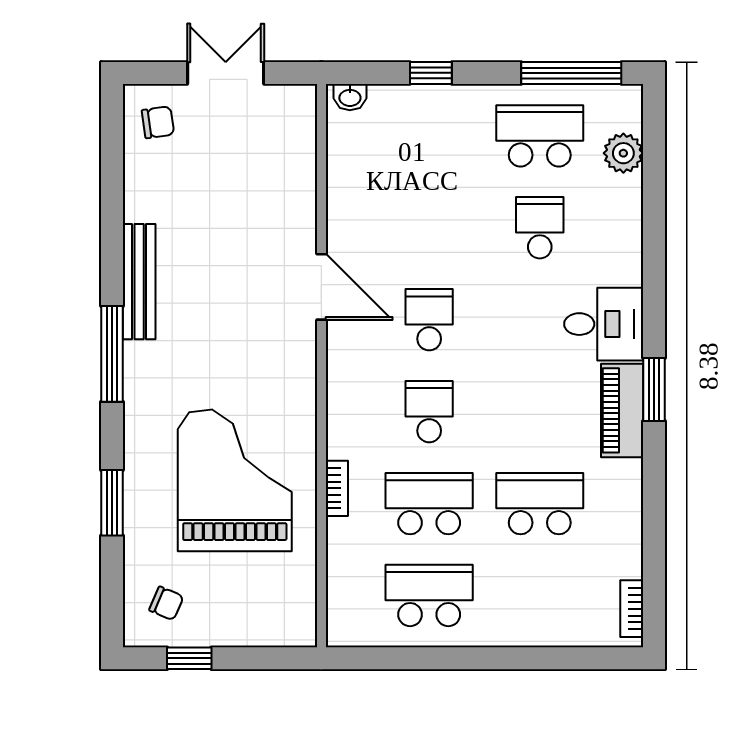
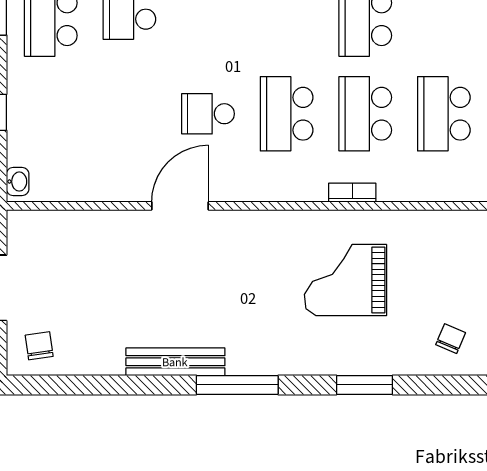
school desk: (429, 412) -> (287, 114), width x1.85
grand piano: (235, 480) -> (345, 280), width x0.73, depth x0.68

